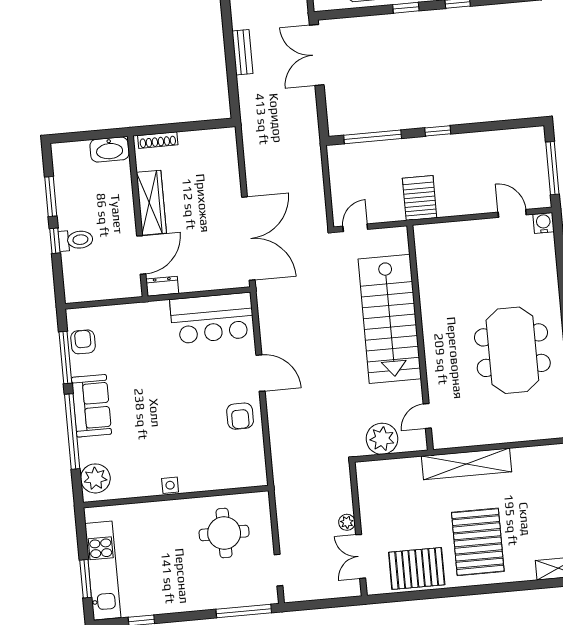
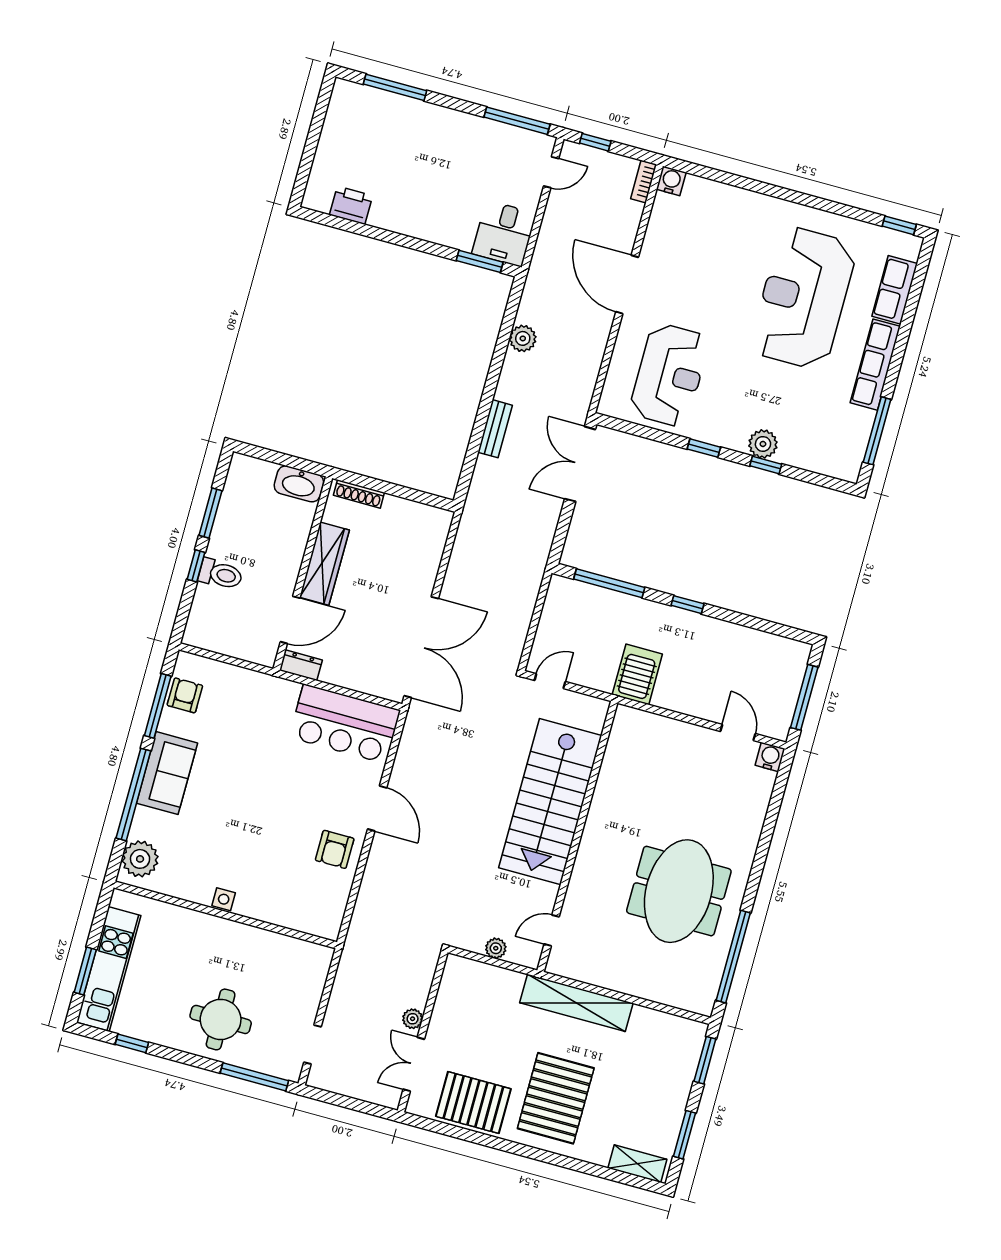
plant: (382, 439) -> (496, 948), width x0.53, depth x0.53
round table: (224, 533) -> (221, 1019), moved

